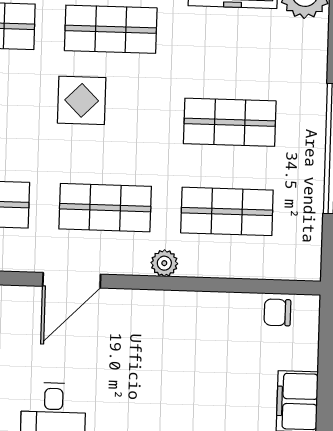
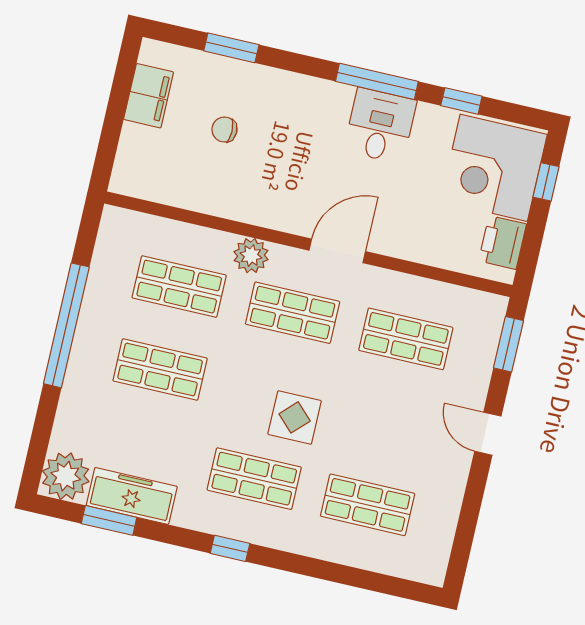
plant: (164, 263) -> (251, 256), width x1.38, depth x1.38
chair: (277, 312) -> (224, 130), moved, turned 180

